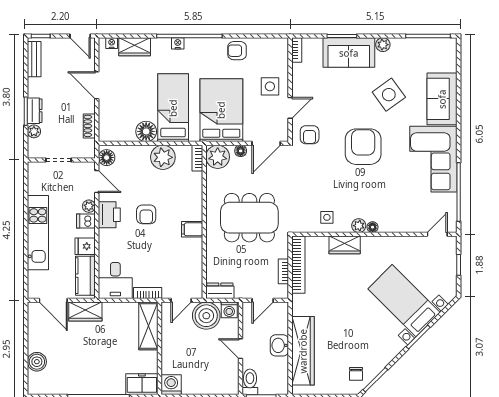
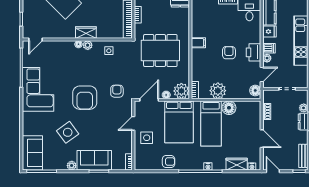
sofa: (442, 99) -> (32, 153), moved
armchair: (310, 135) -> (117, 91), moved
door: (97, 182) -> (262, 75), swing flipped
wardrobe: (345, 245) -> (86, 32), moved

